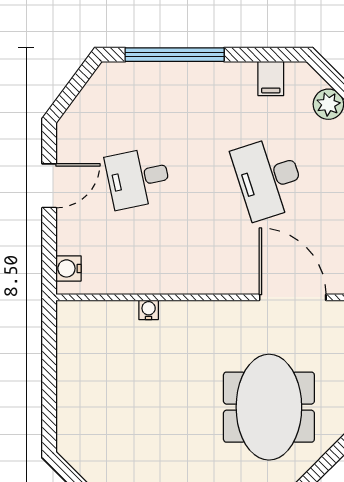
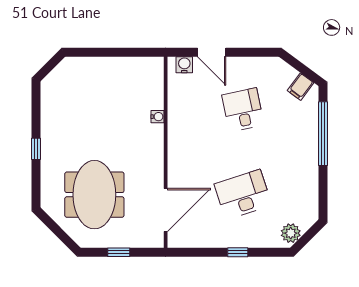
filing cabinet: (271, 78) -> (301, 87), moved, turned -53
door: (49, 186) -> (212, 52), moved
meeting table: (269, 407) -> (94, 195), turned 90

